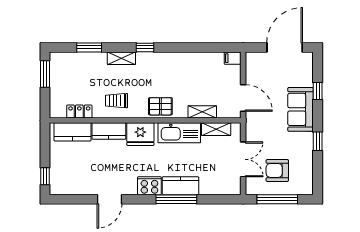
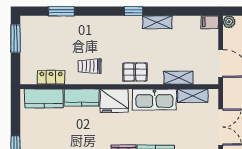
window: (145, 47) -> (134, 11), moved
shelving: (121, 58) -> (157, 22), moved
plant: (251, 58) -> (229, 22), added

